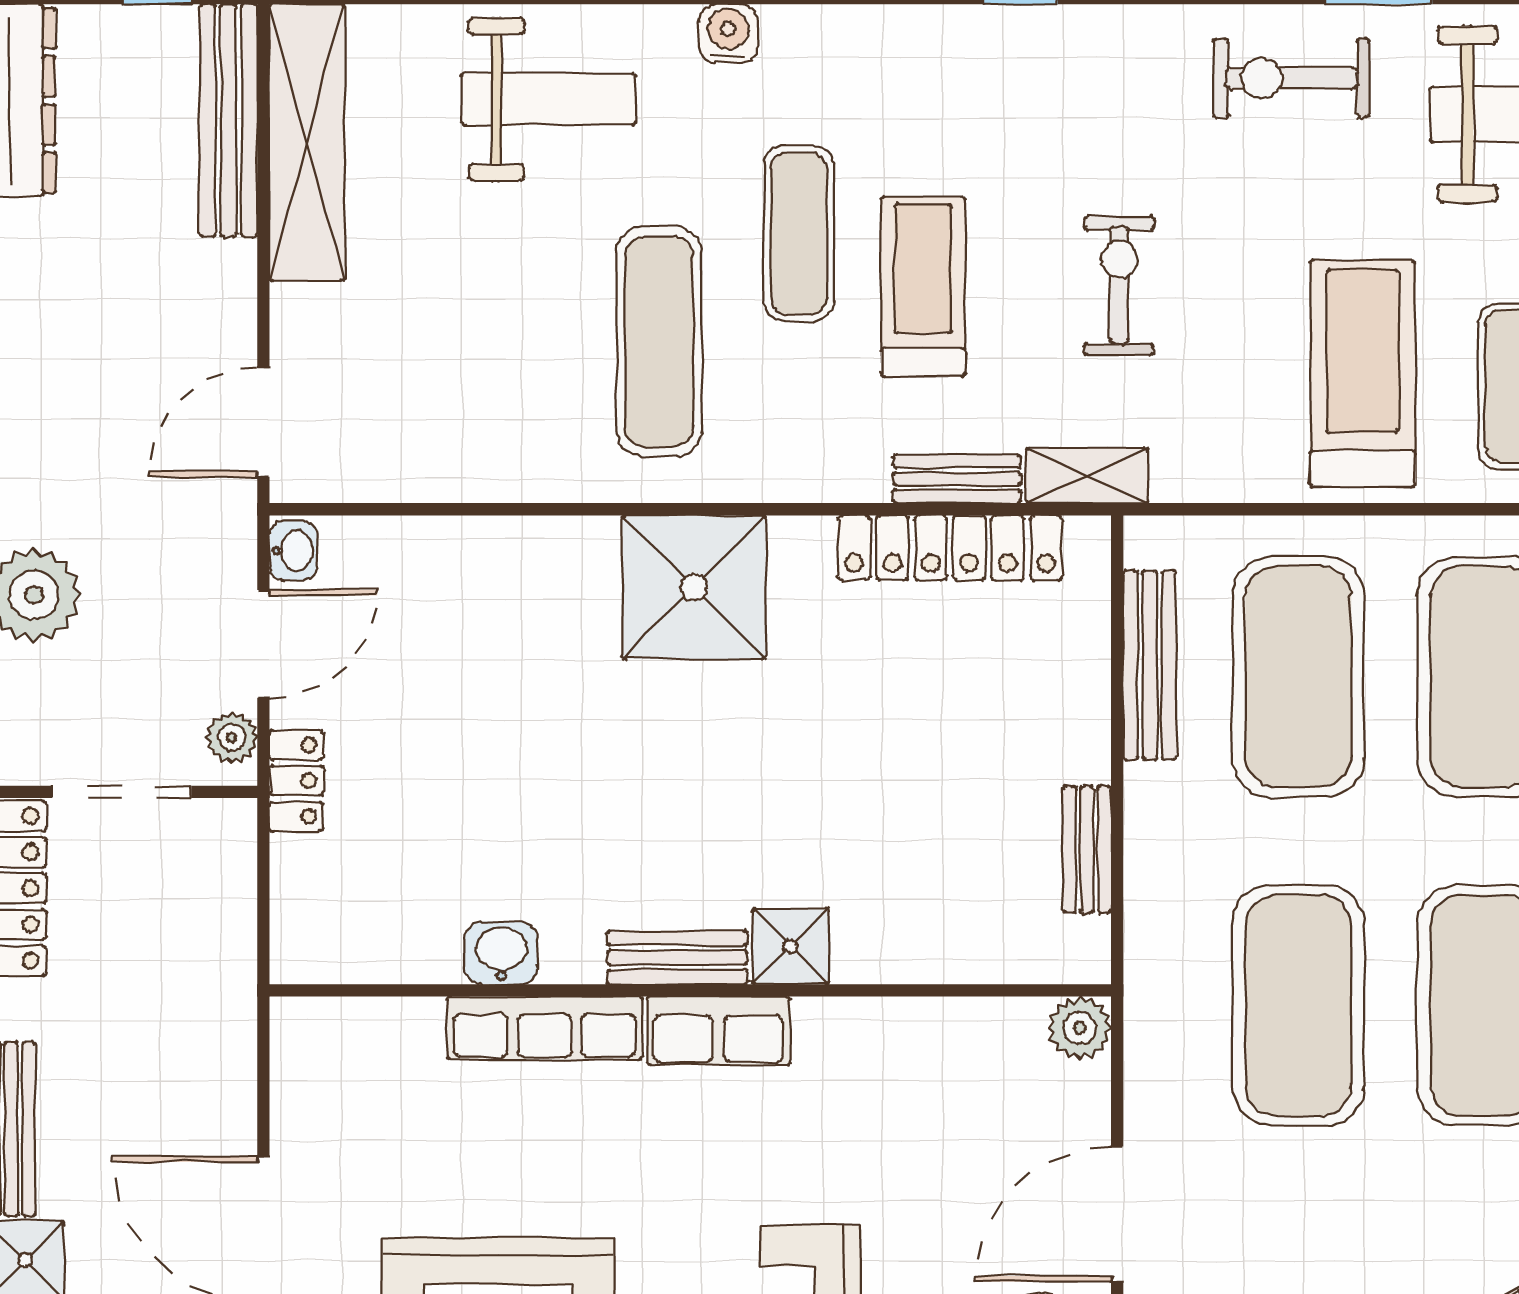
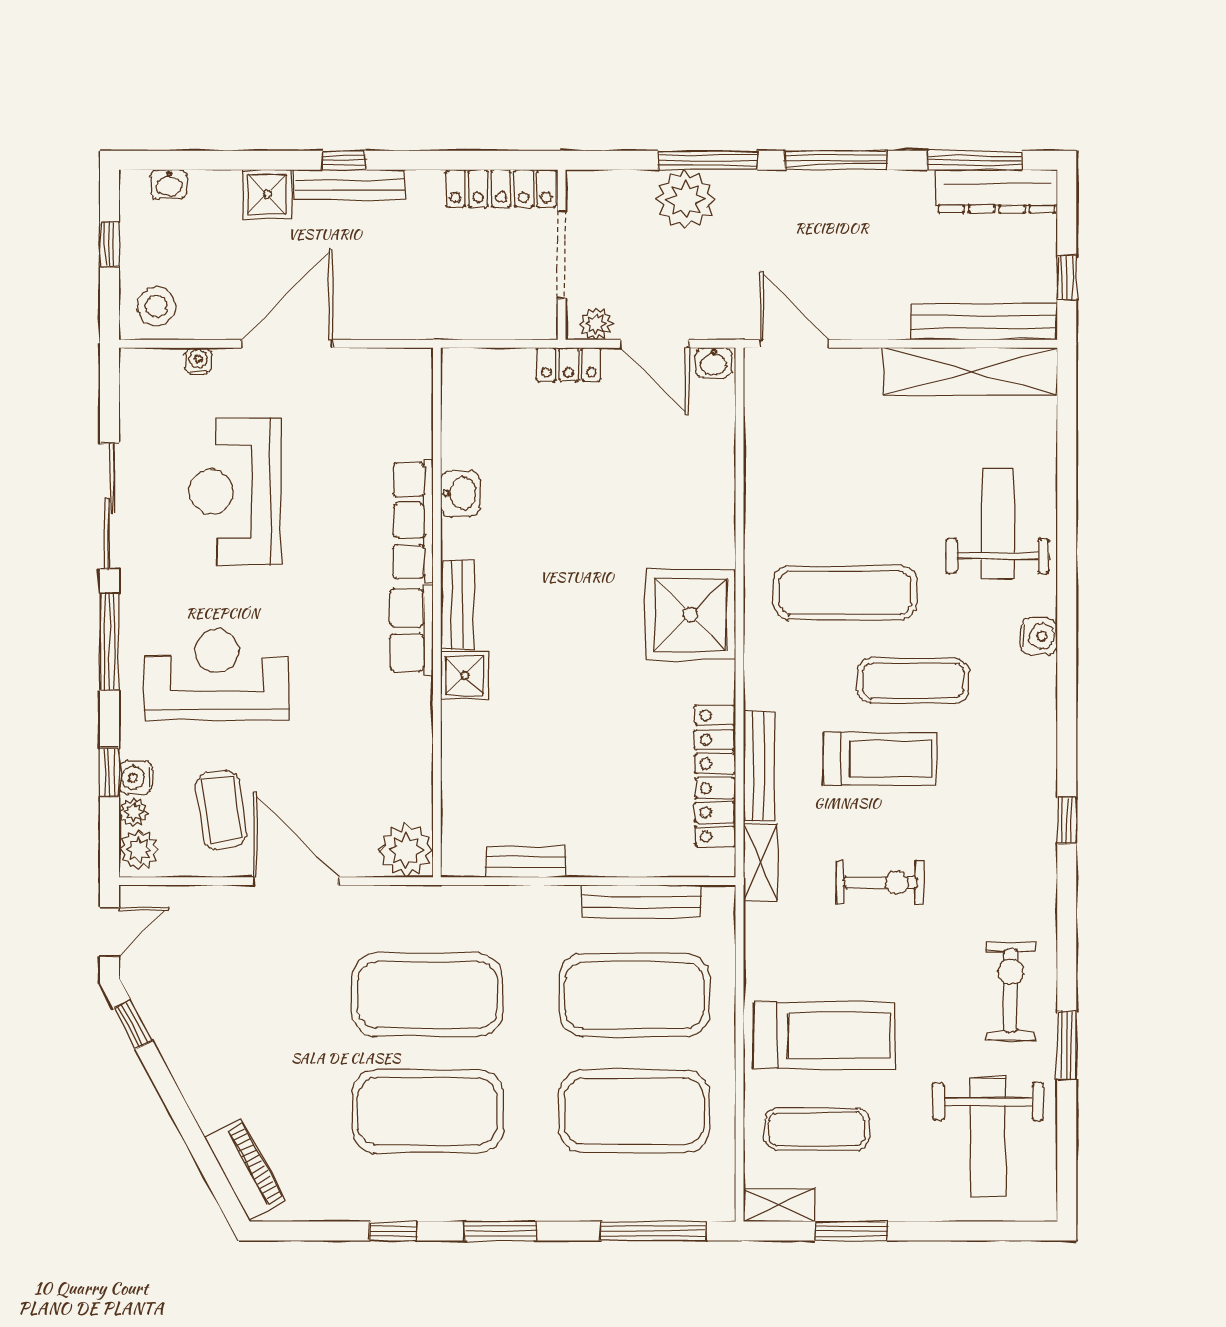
weight bench: (549, 99) -> (998, 523), turned 180
bench: (957, 479) -> (759, 766), width x1.36
plant: (1080, 1028) -> (406, 850), width x1.36, depth x1.36

